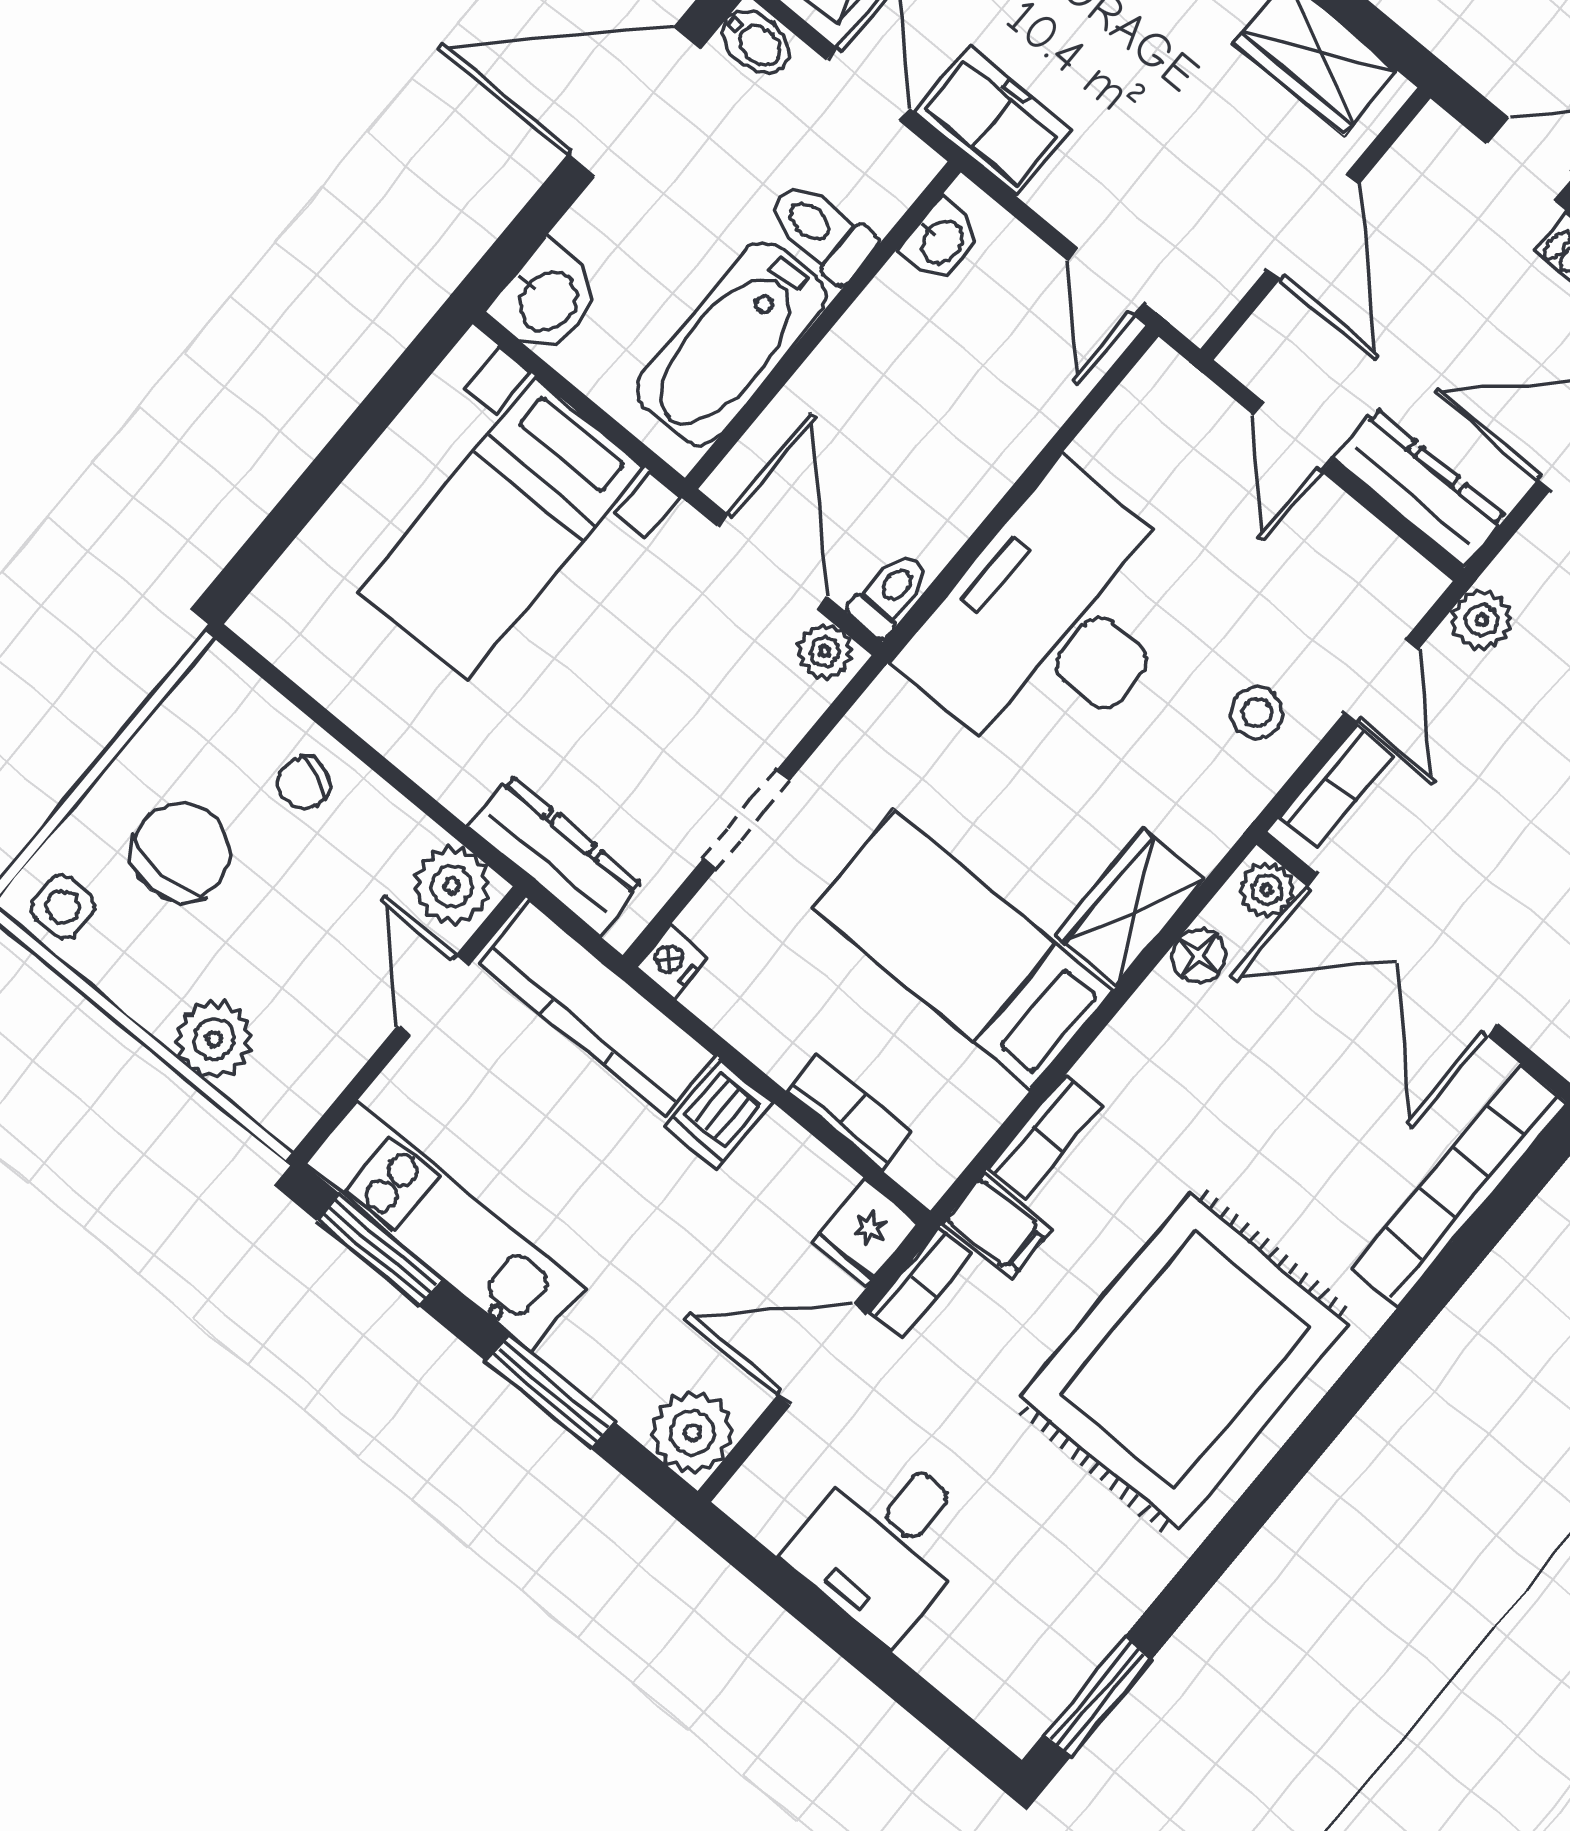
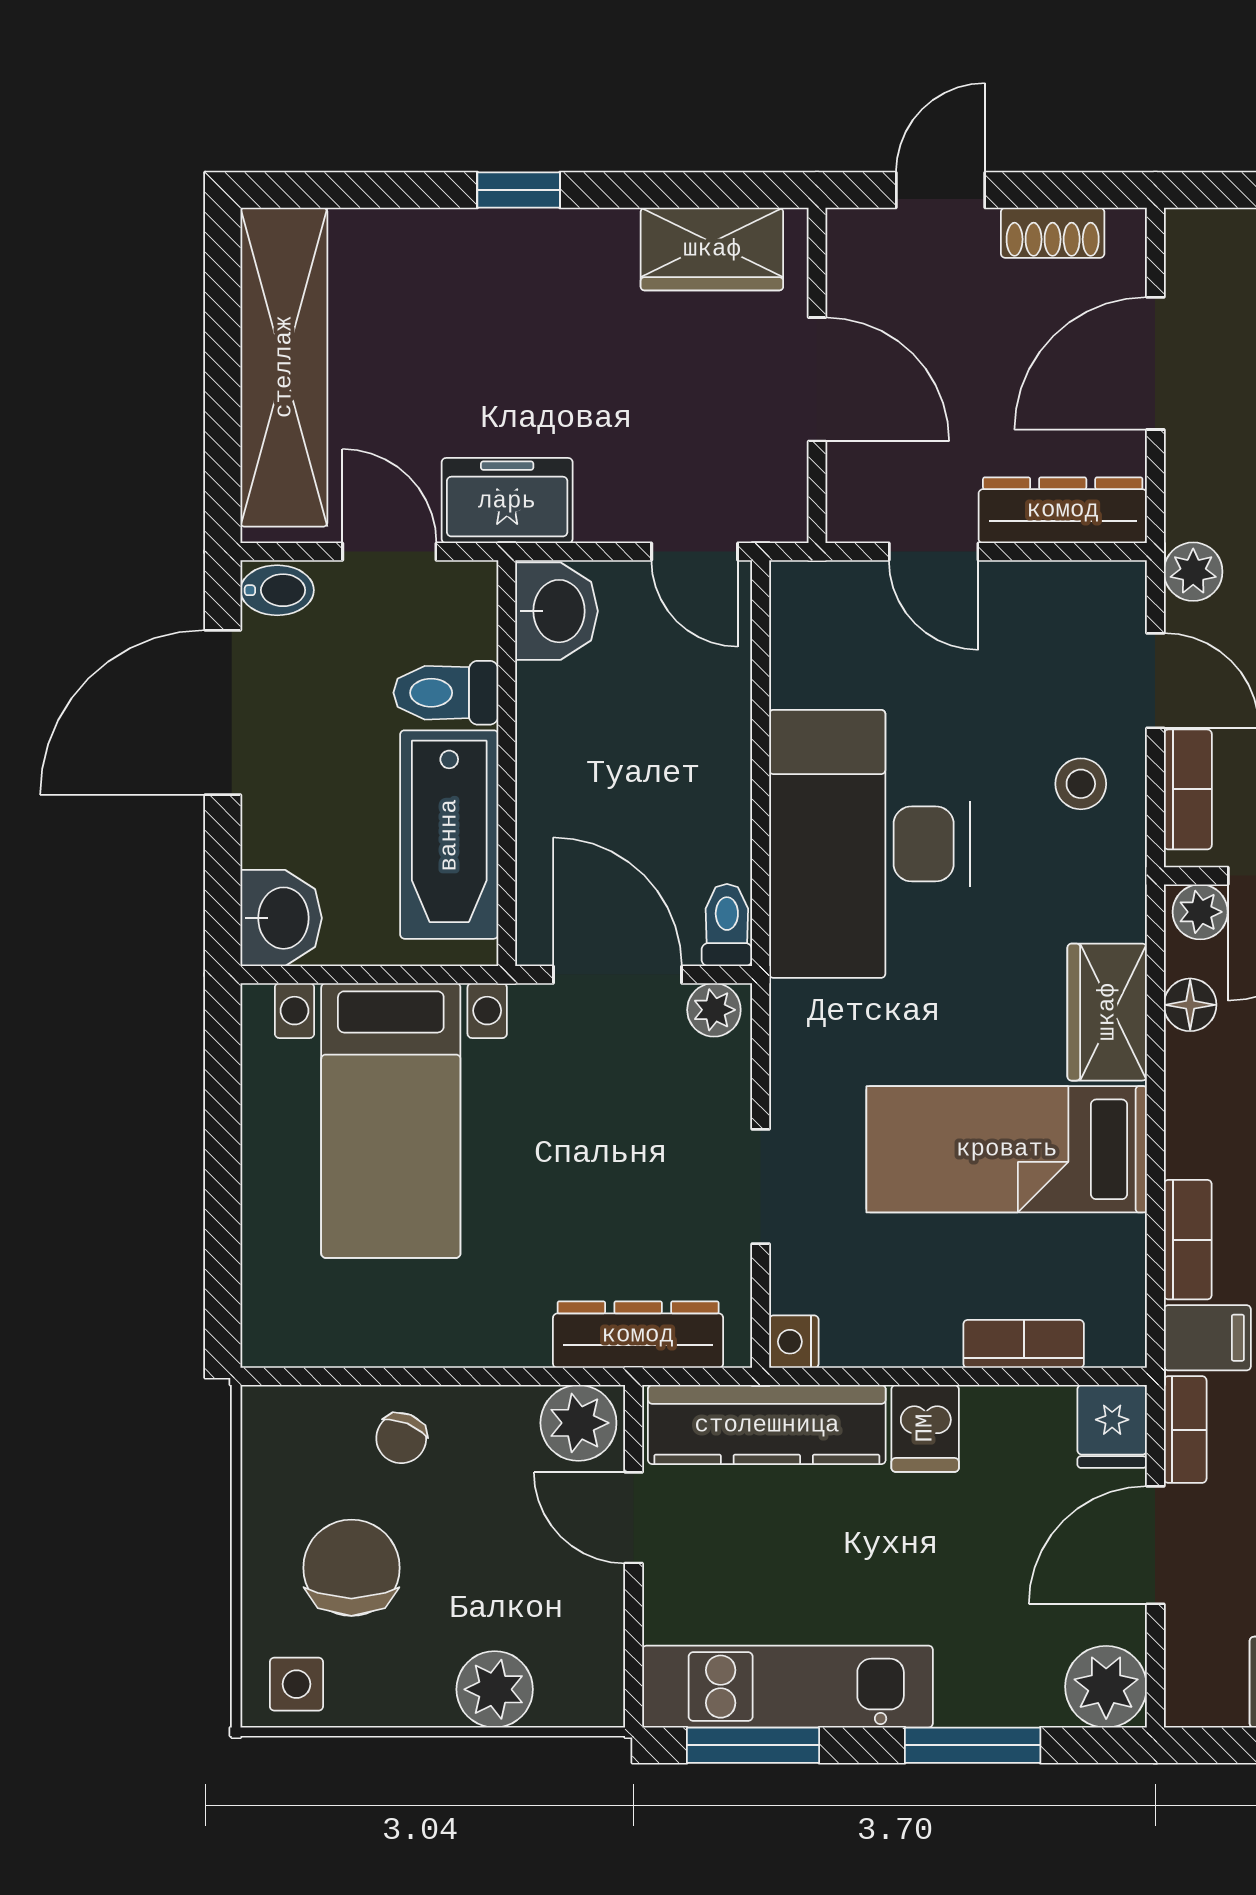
washbasin: (941, 241) -> (557, 611), width x1.38, depth x1.45

